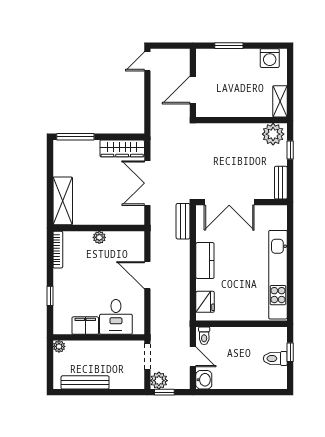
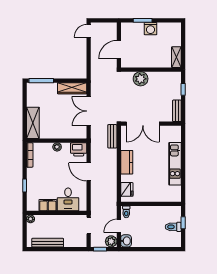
washing machine: (270, 58) -> (151, 29), moved
plant: (273, 134) -> (141, 79), moved
printer: (132, 241) -> (79, 149), added
kitchen unit: (278, 275) -> (175, 164), width x0.73
door: (193, 357) -> (119, 226), swing flipped
plant: (159, 381) -> (111, 241), moved

